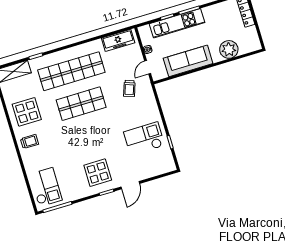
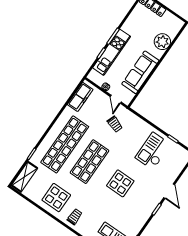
display table: (98, 173) -> (120, 183), moved

